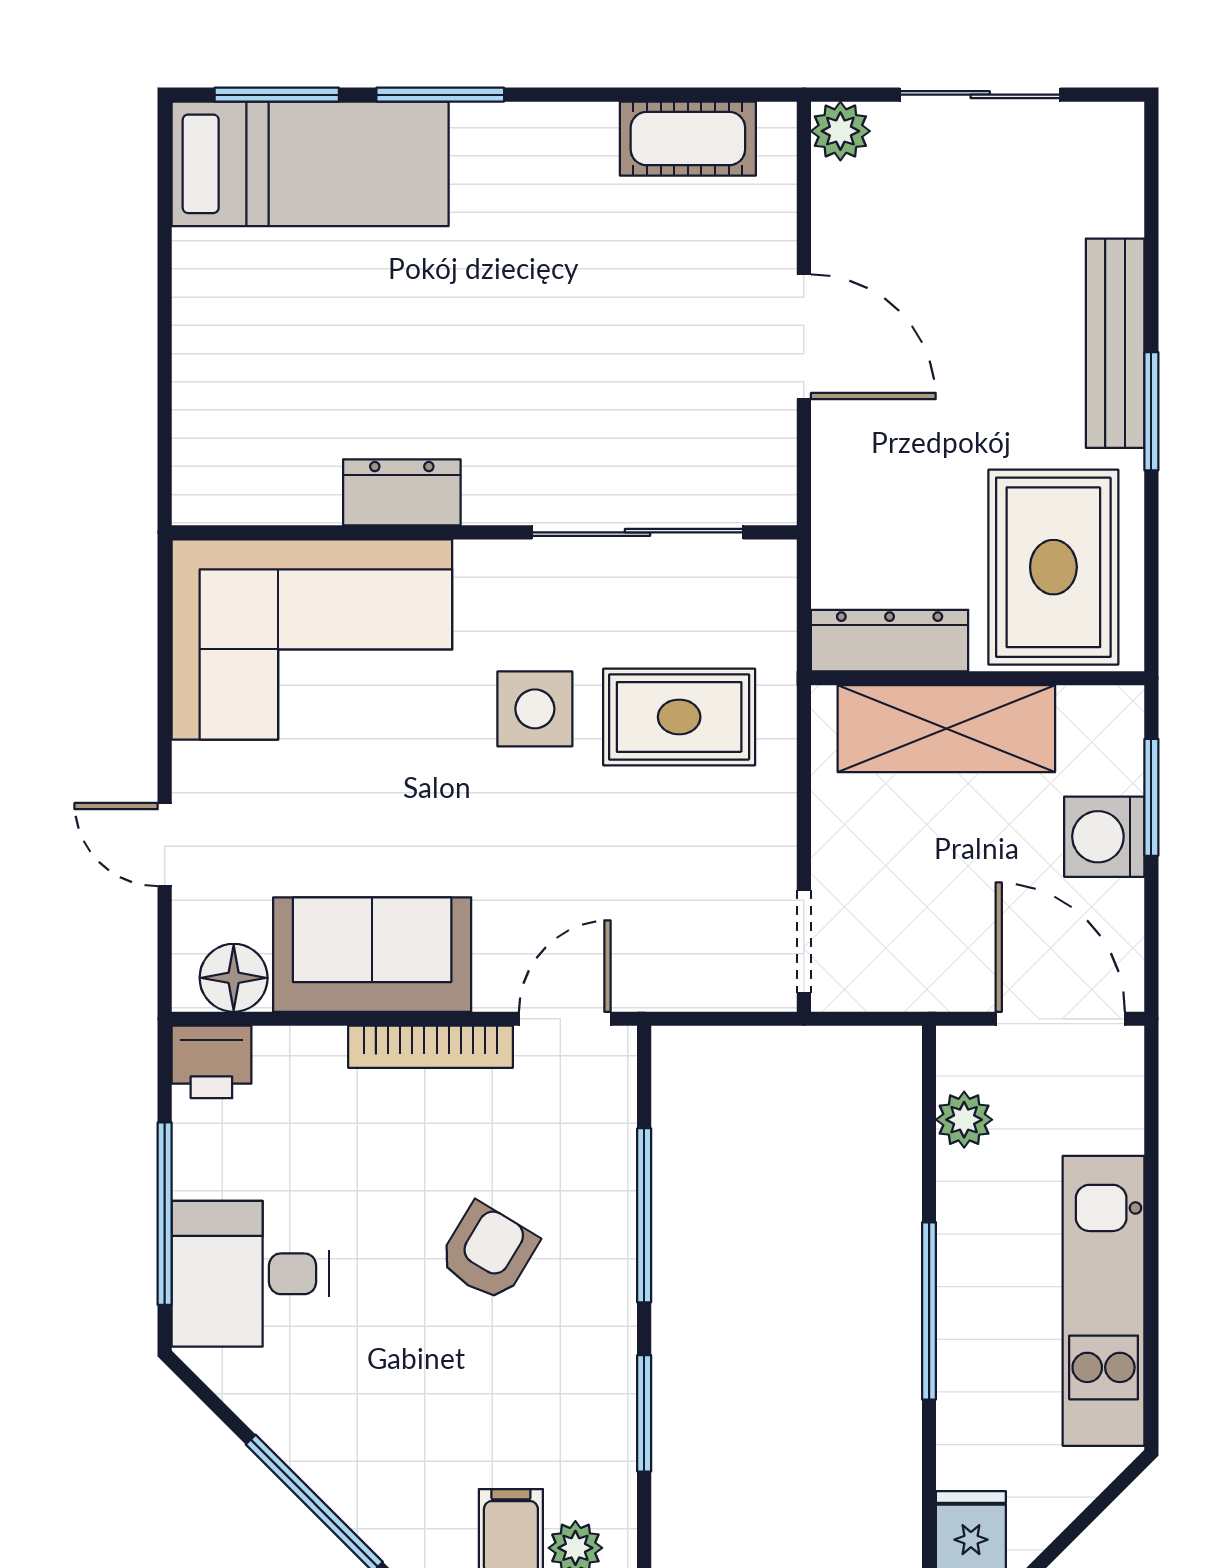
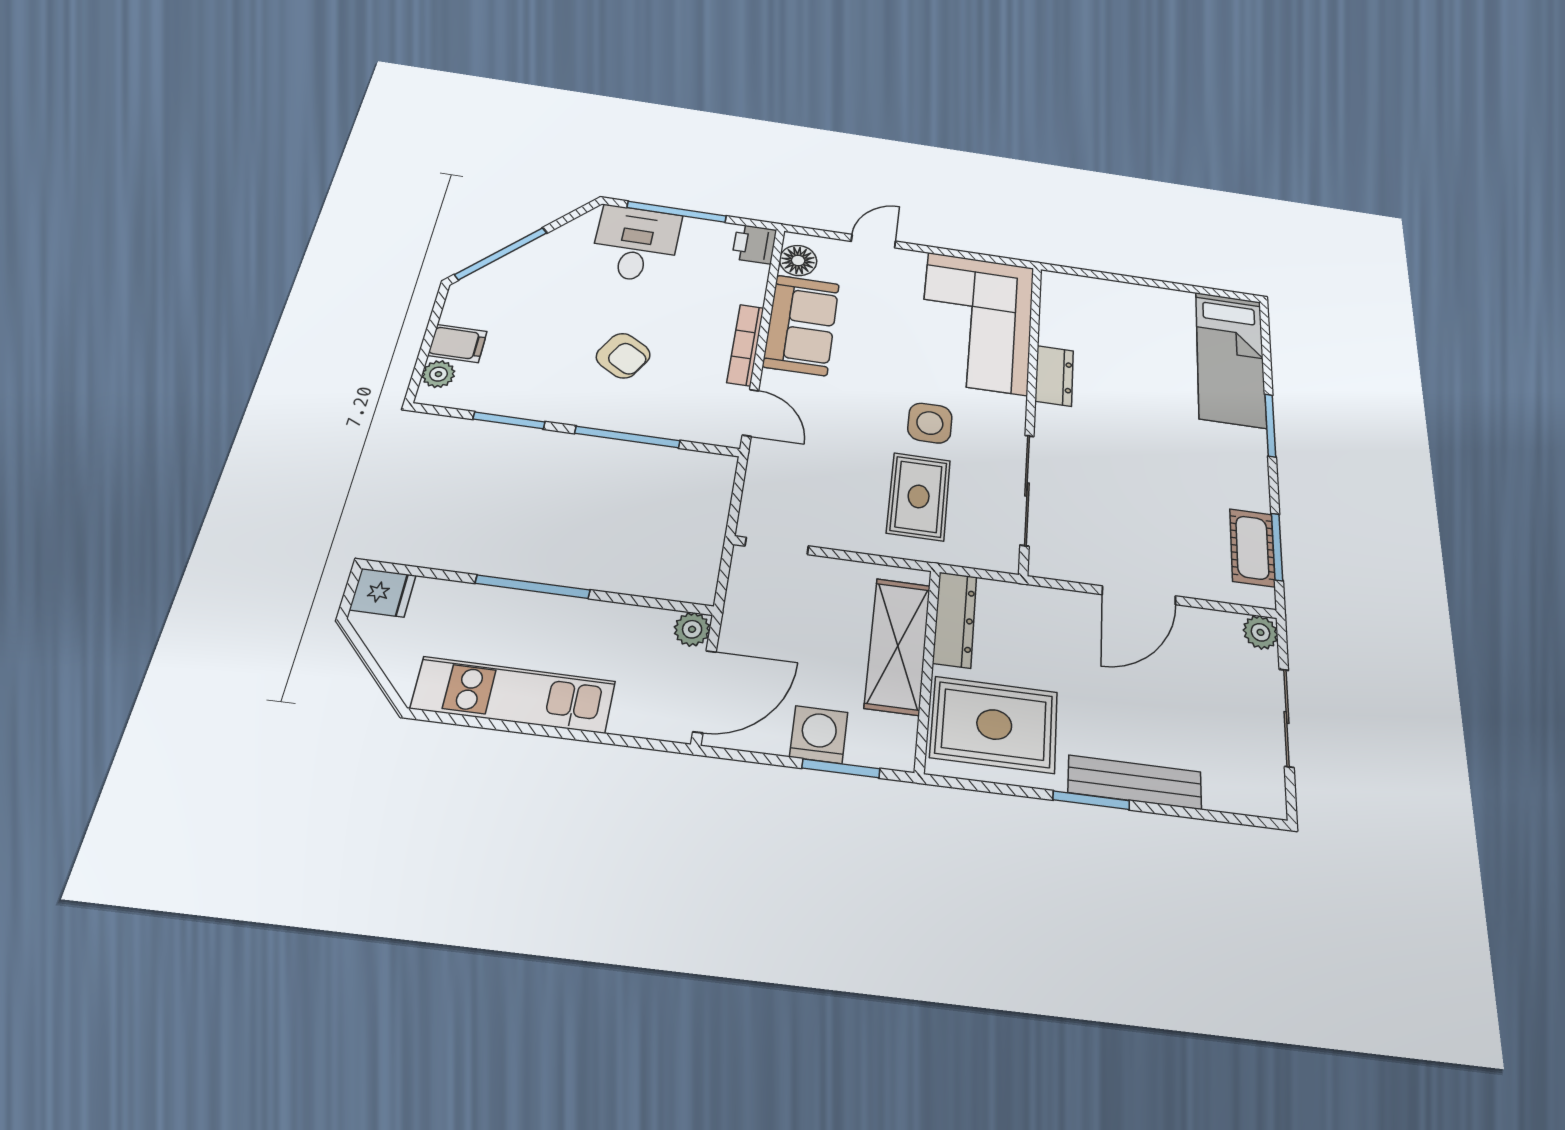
window: (277, 95) -> (1277, 547), moved
plant: (964, 1120) -> (692, 629), moved

